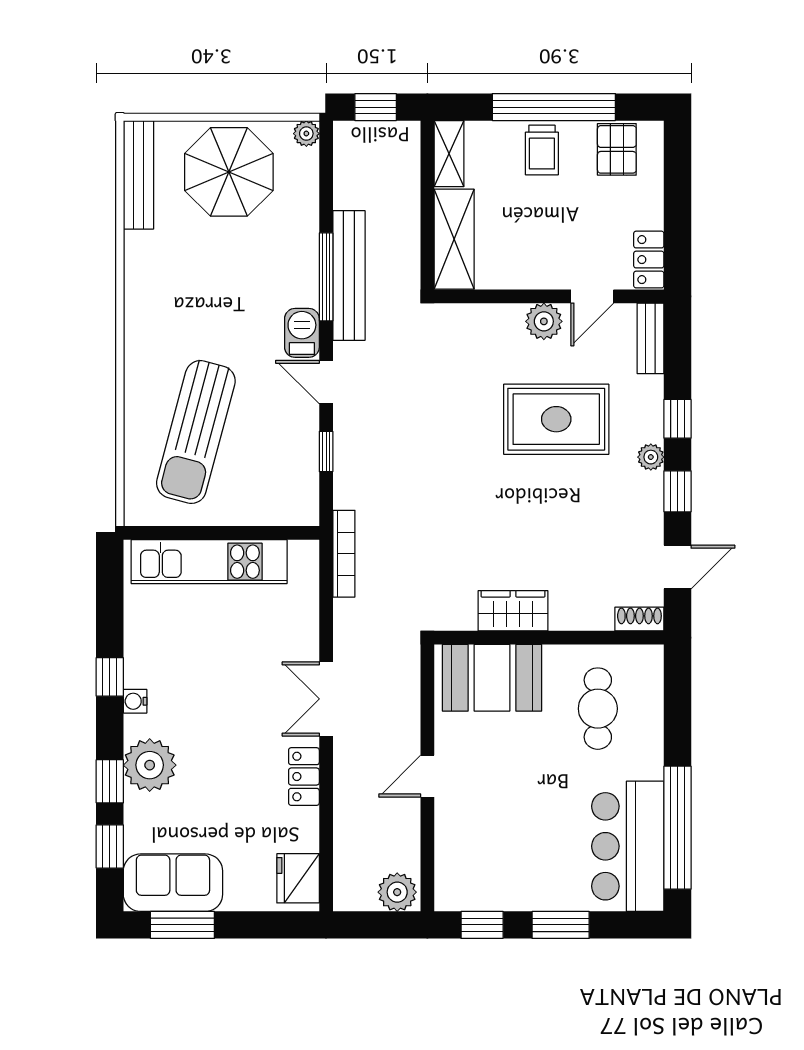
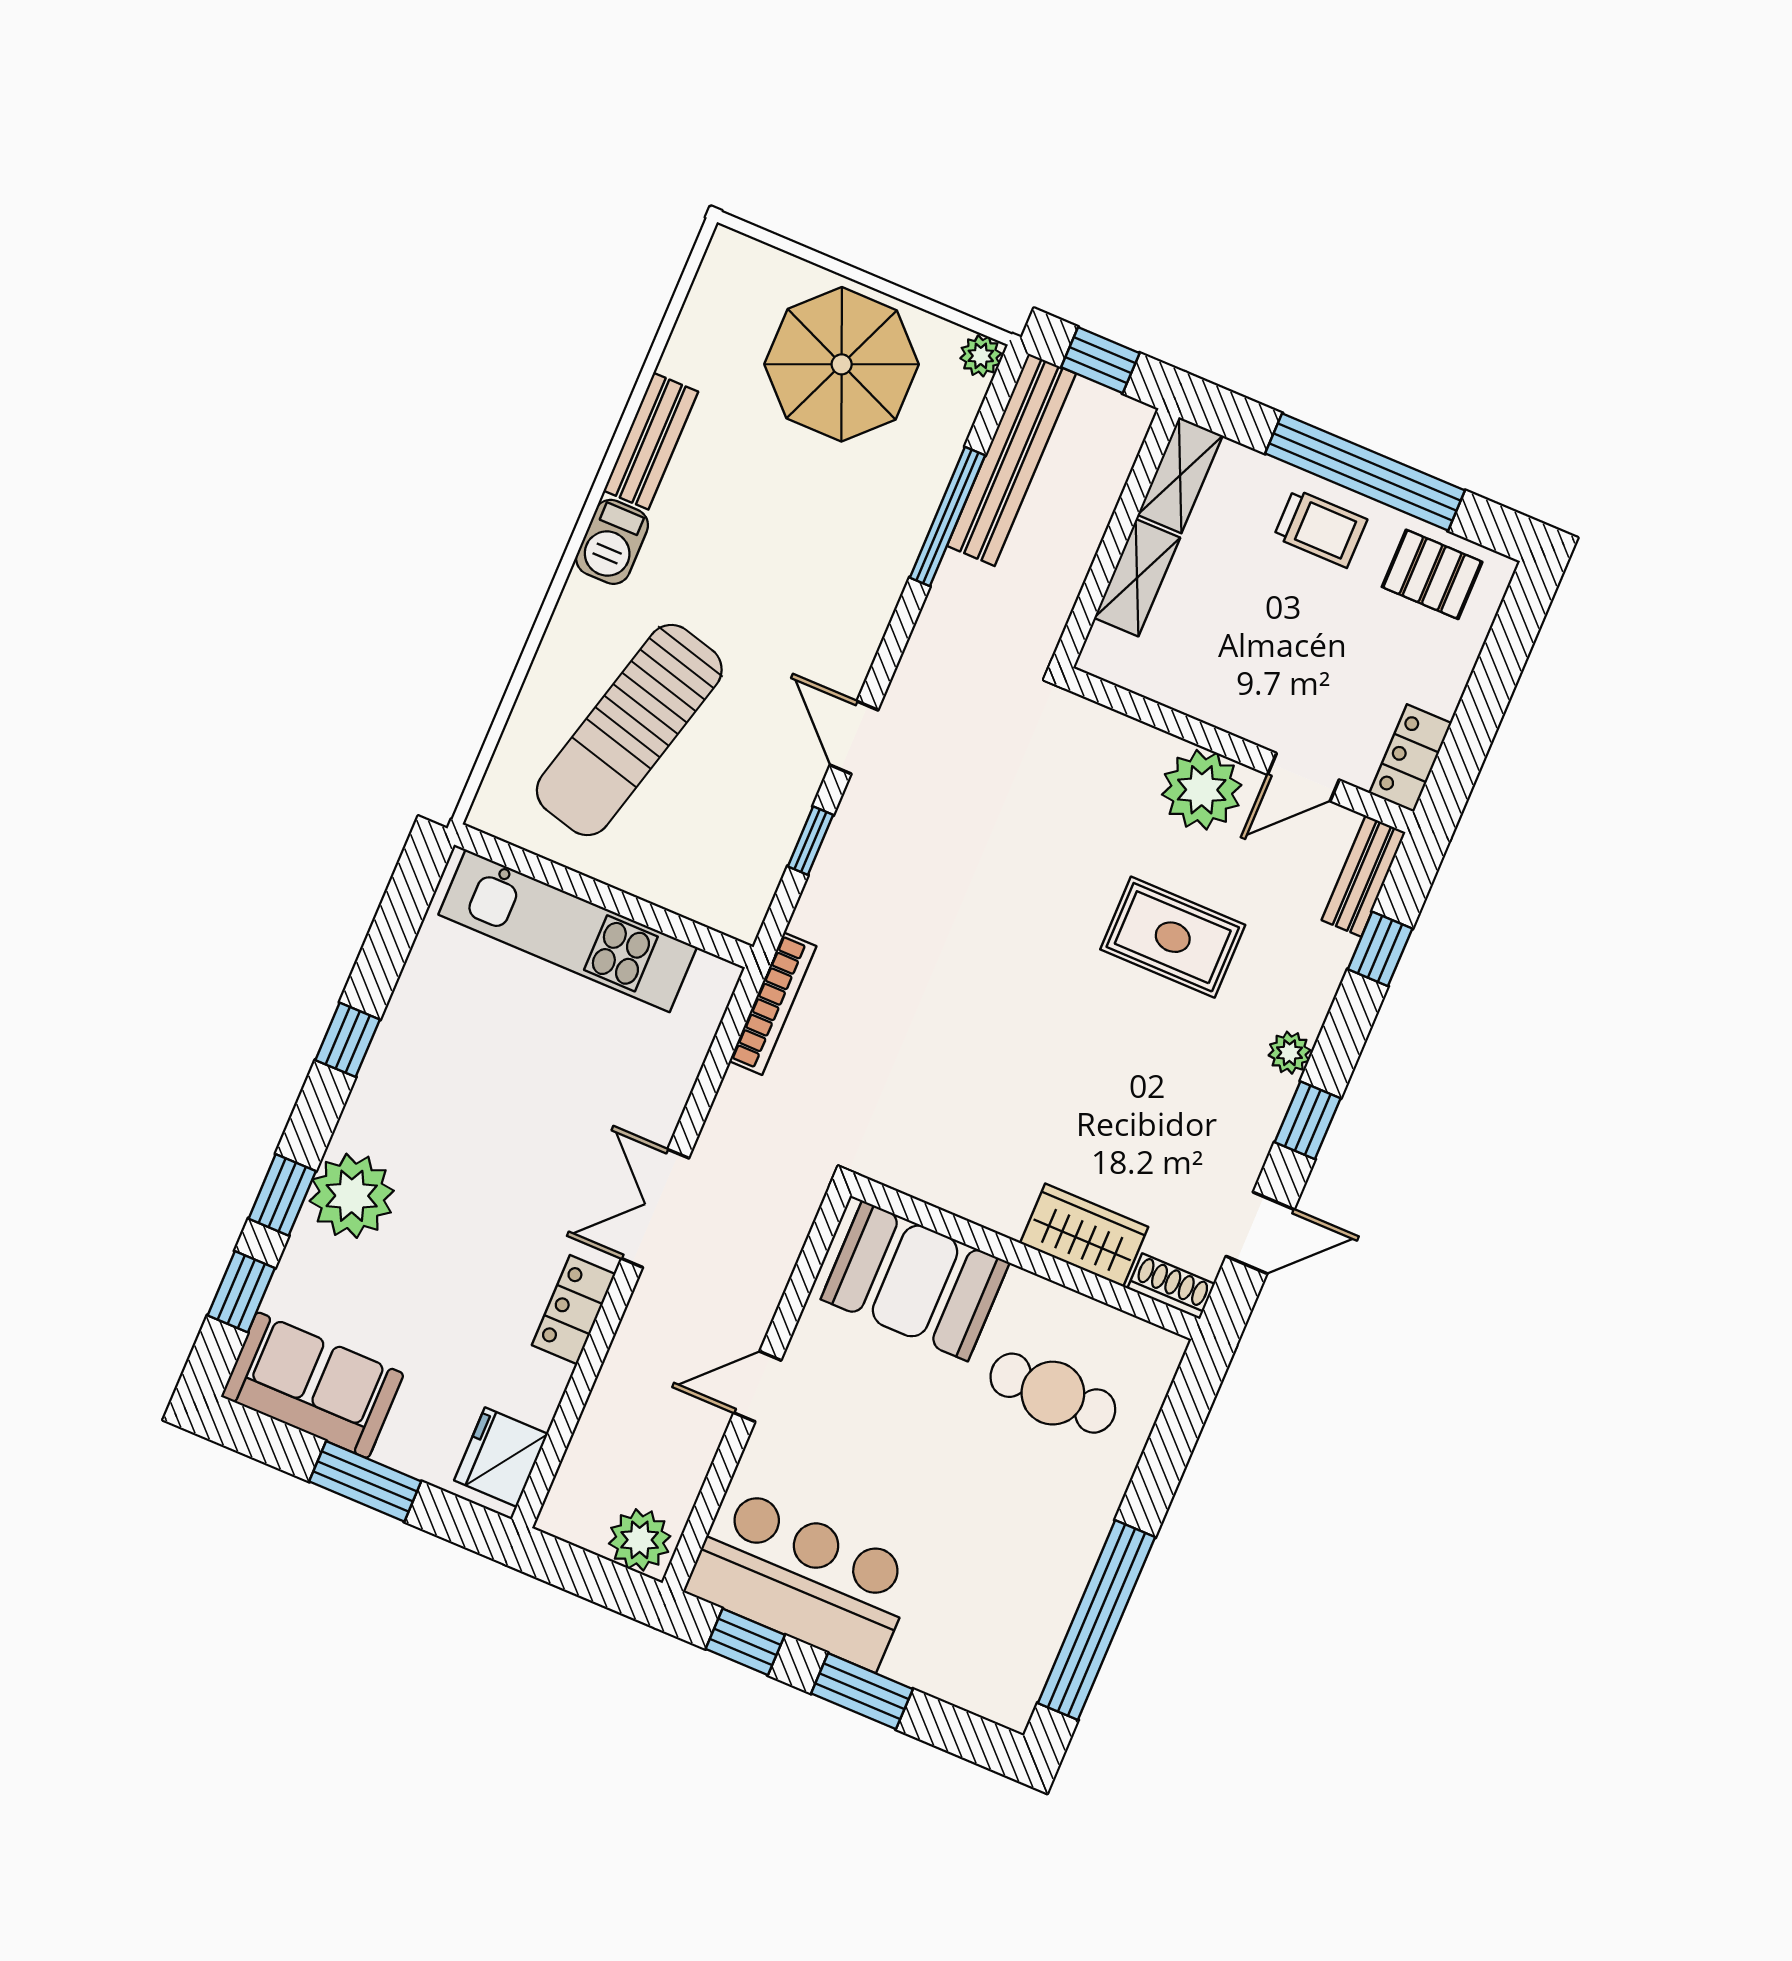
pallet: (617, 149) -> (1432, 574), turned 90
trolley: (542, 150) -> (1320, 528), turned -90
bench: (138, 175) -> (651, 441), moved, width x0.73
shelving: (454, 239) -> (1137, 578), width x0.67, depth x0.75
bench: (349, 275) -> (1011, 460), moved
window: (326, 277) -> (947, 516), moved
plant: (544, 321) -> (1202, 790), width x1.36, depth x1.36
barbecue: (302, 333) -> (612, 542), moved, turned 180
rug: (556, 419) -> (1173, 937), width x0.73, depth x0.70
window: (677, 419) -> (1380, 949), moved
wardrobe: (513, 611) -> (1084, 1235), moved
water cooler: (135, 701) -> (370, 1092), removed
cafe table: (598, 709) -> (1053, 1393), turned 90
bar counter: (628, 846) -> (802, 1579), moved, turned 90
window: (182, 925) -> (365, 1481), moved

